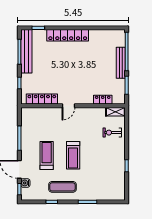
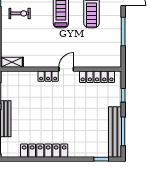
locker: (68, 35) -> (44, 151), moved
locker: (103, 100) -> (48, 76), moved
exercise bike: (112, 133) -> (20, 13), moved

